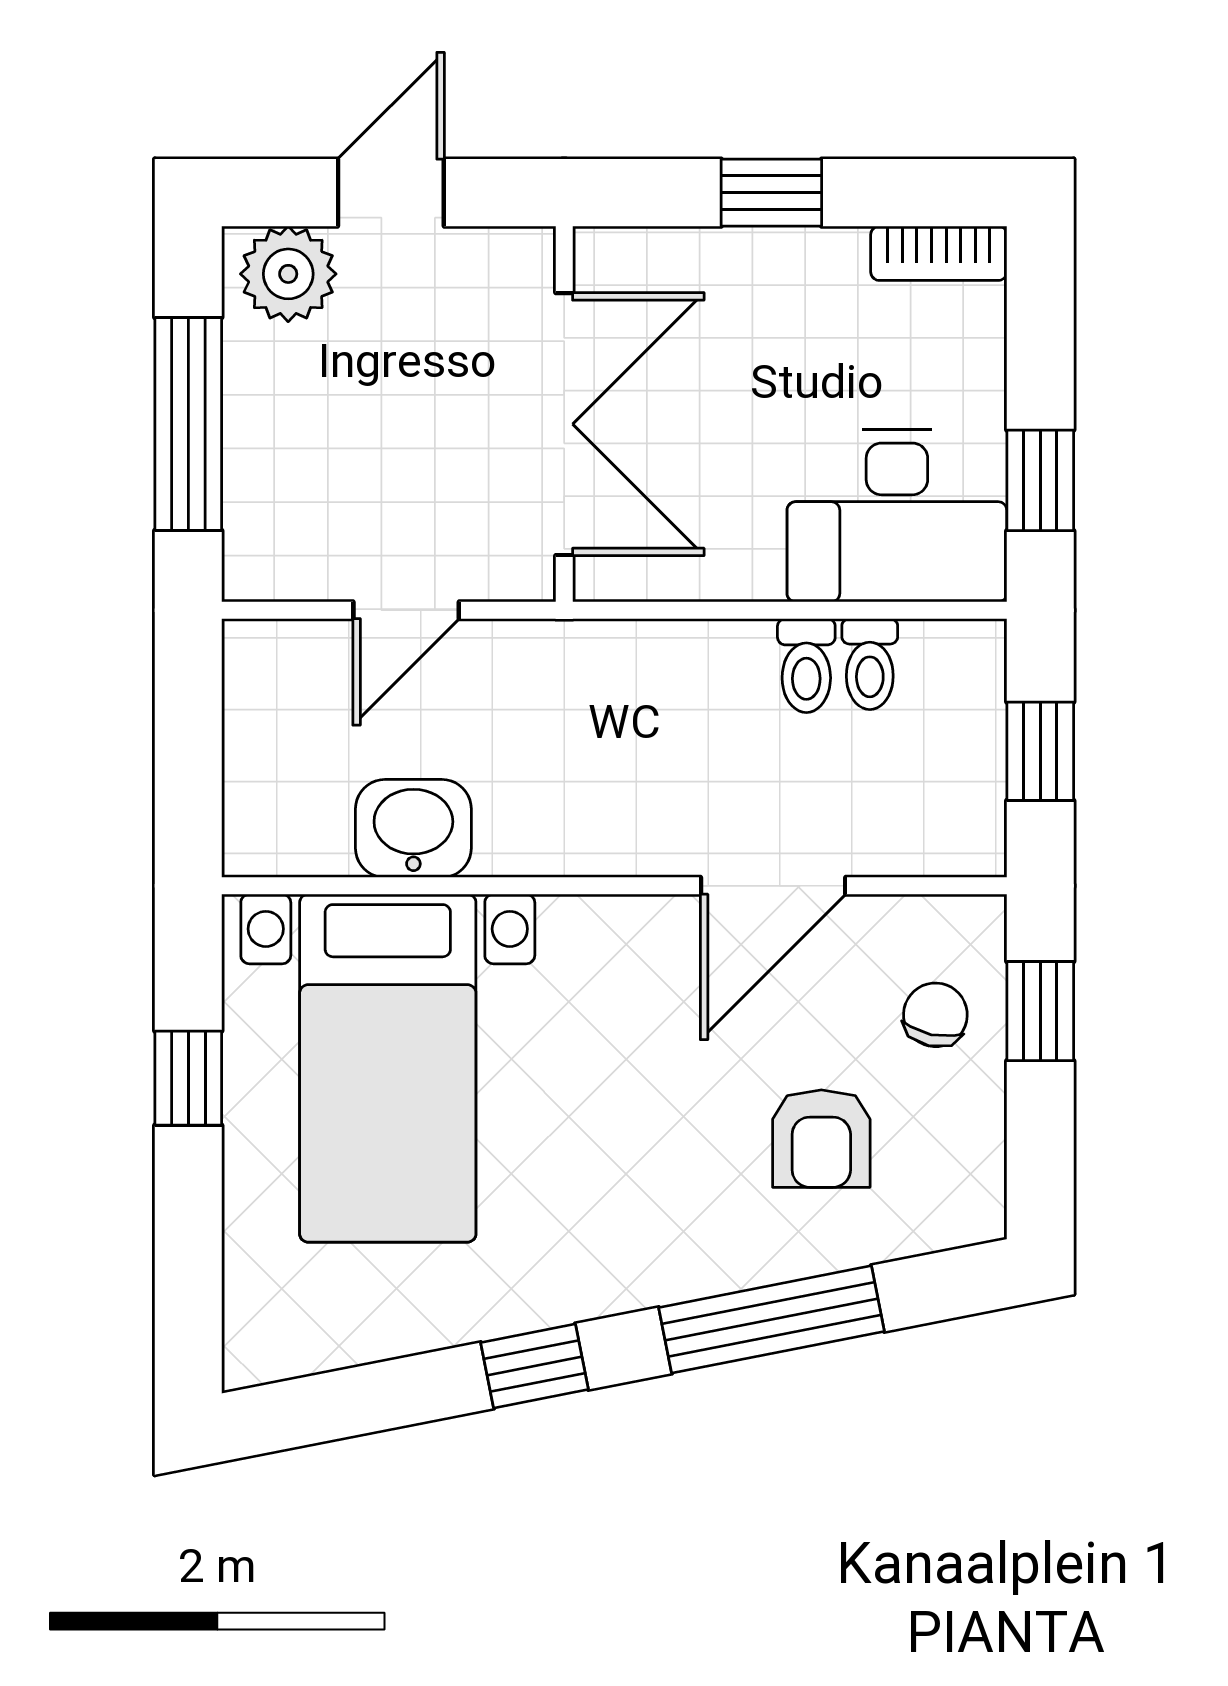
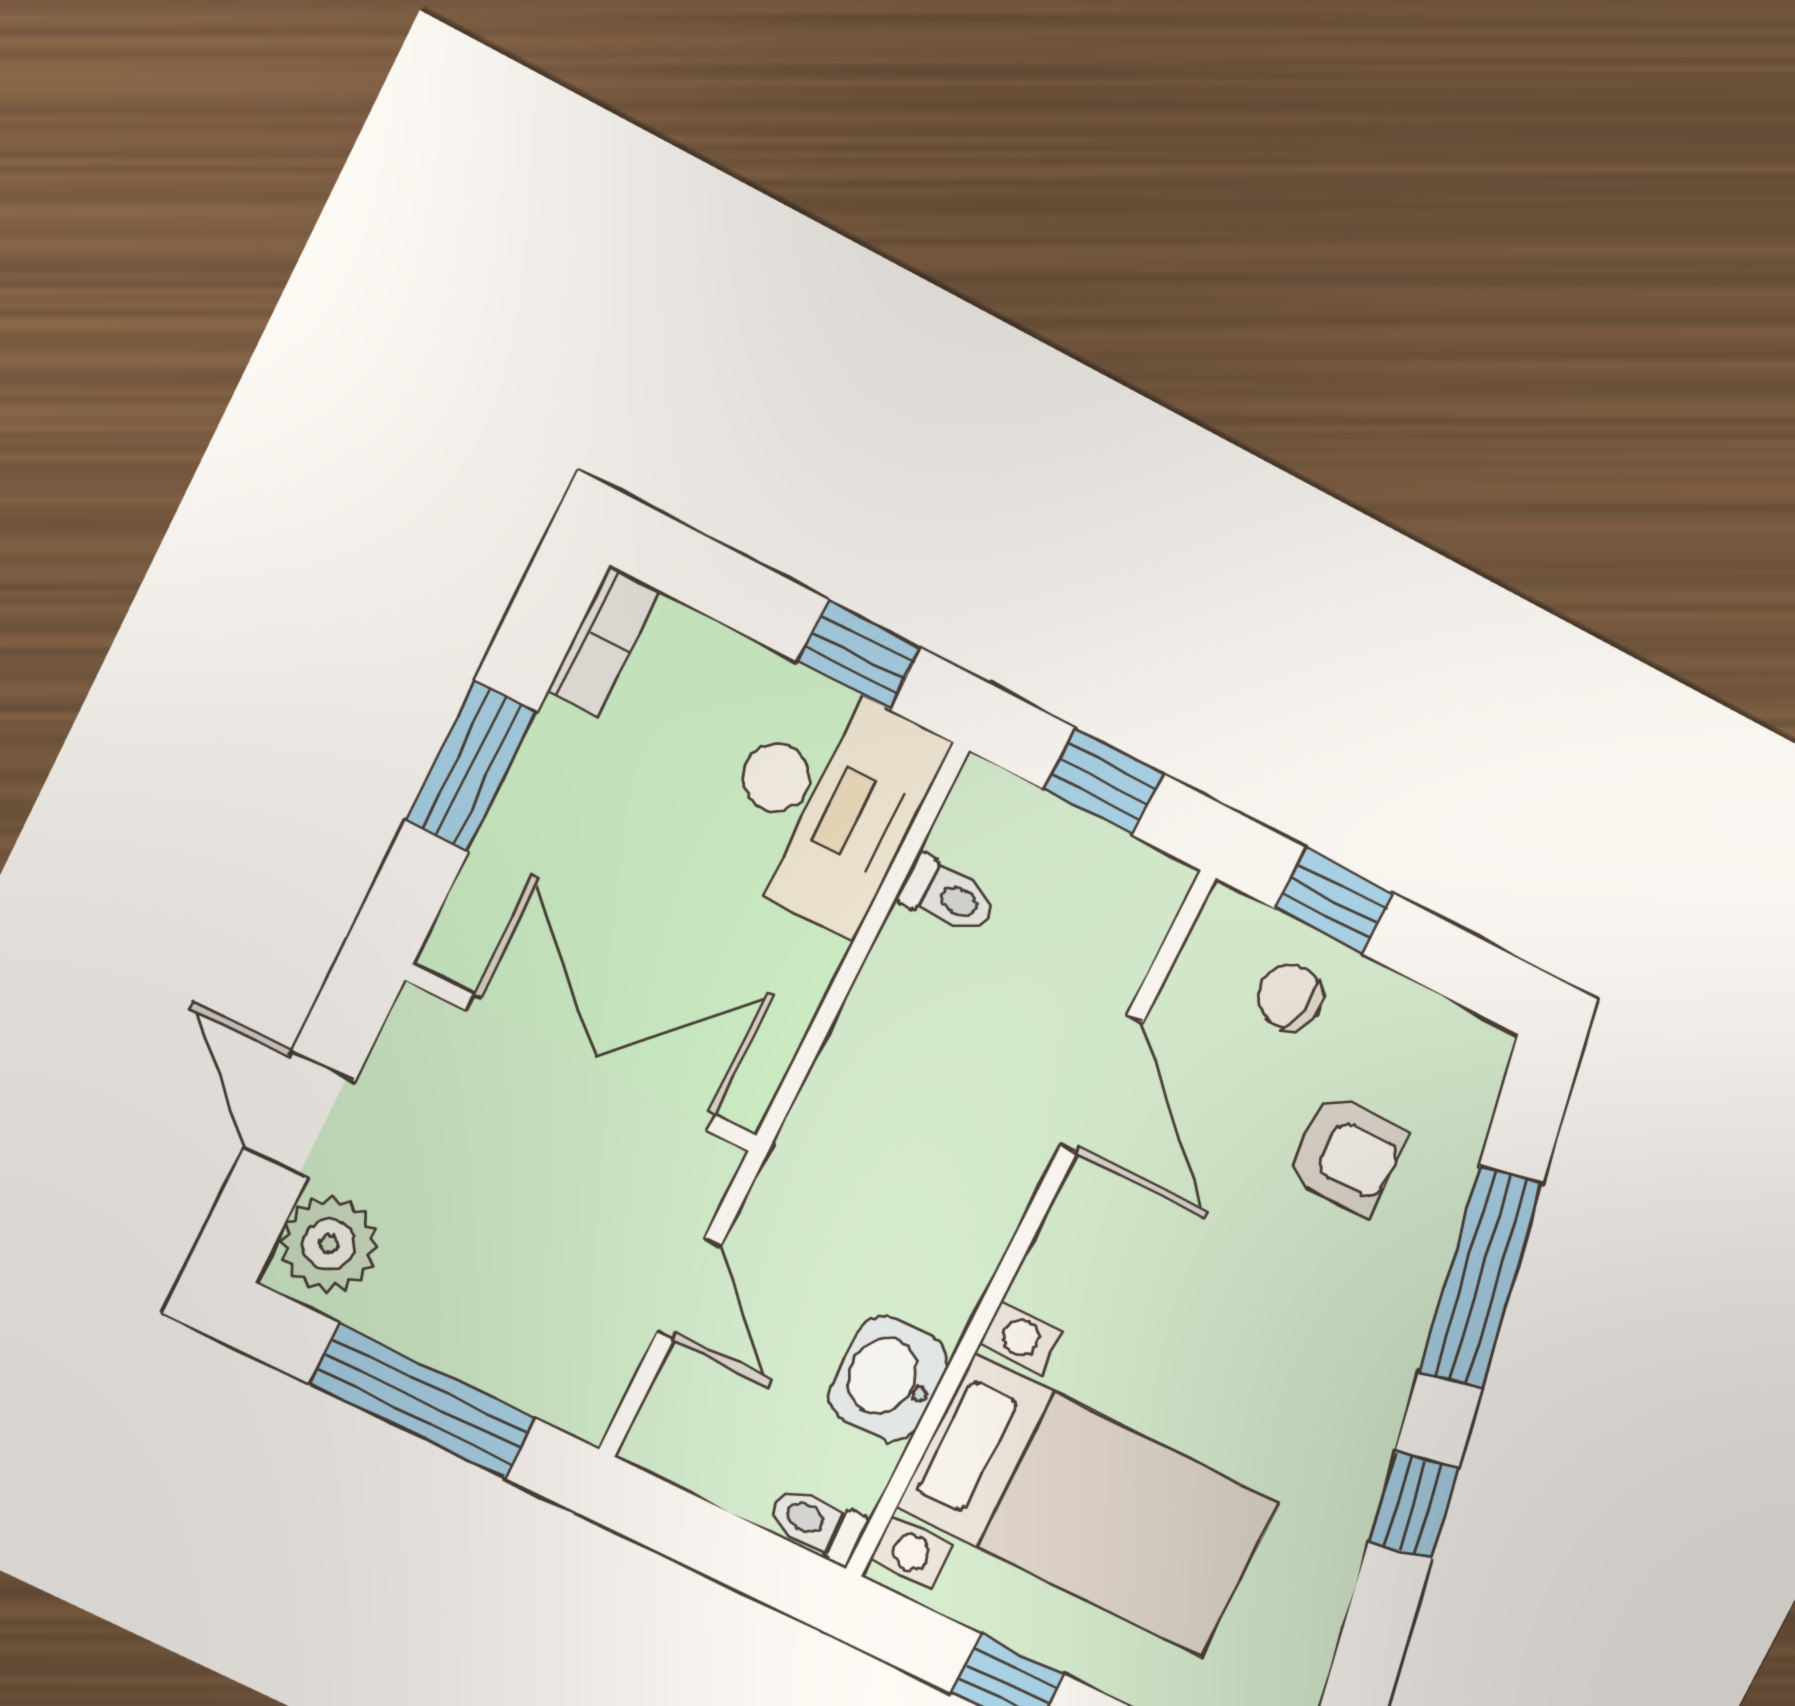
window: (771, 193) -> (471, 766), width x1.50
toilet: (806, 666) -> (817, 1523), moved, turned 180

